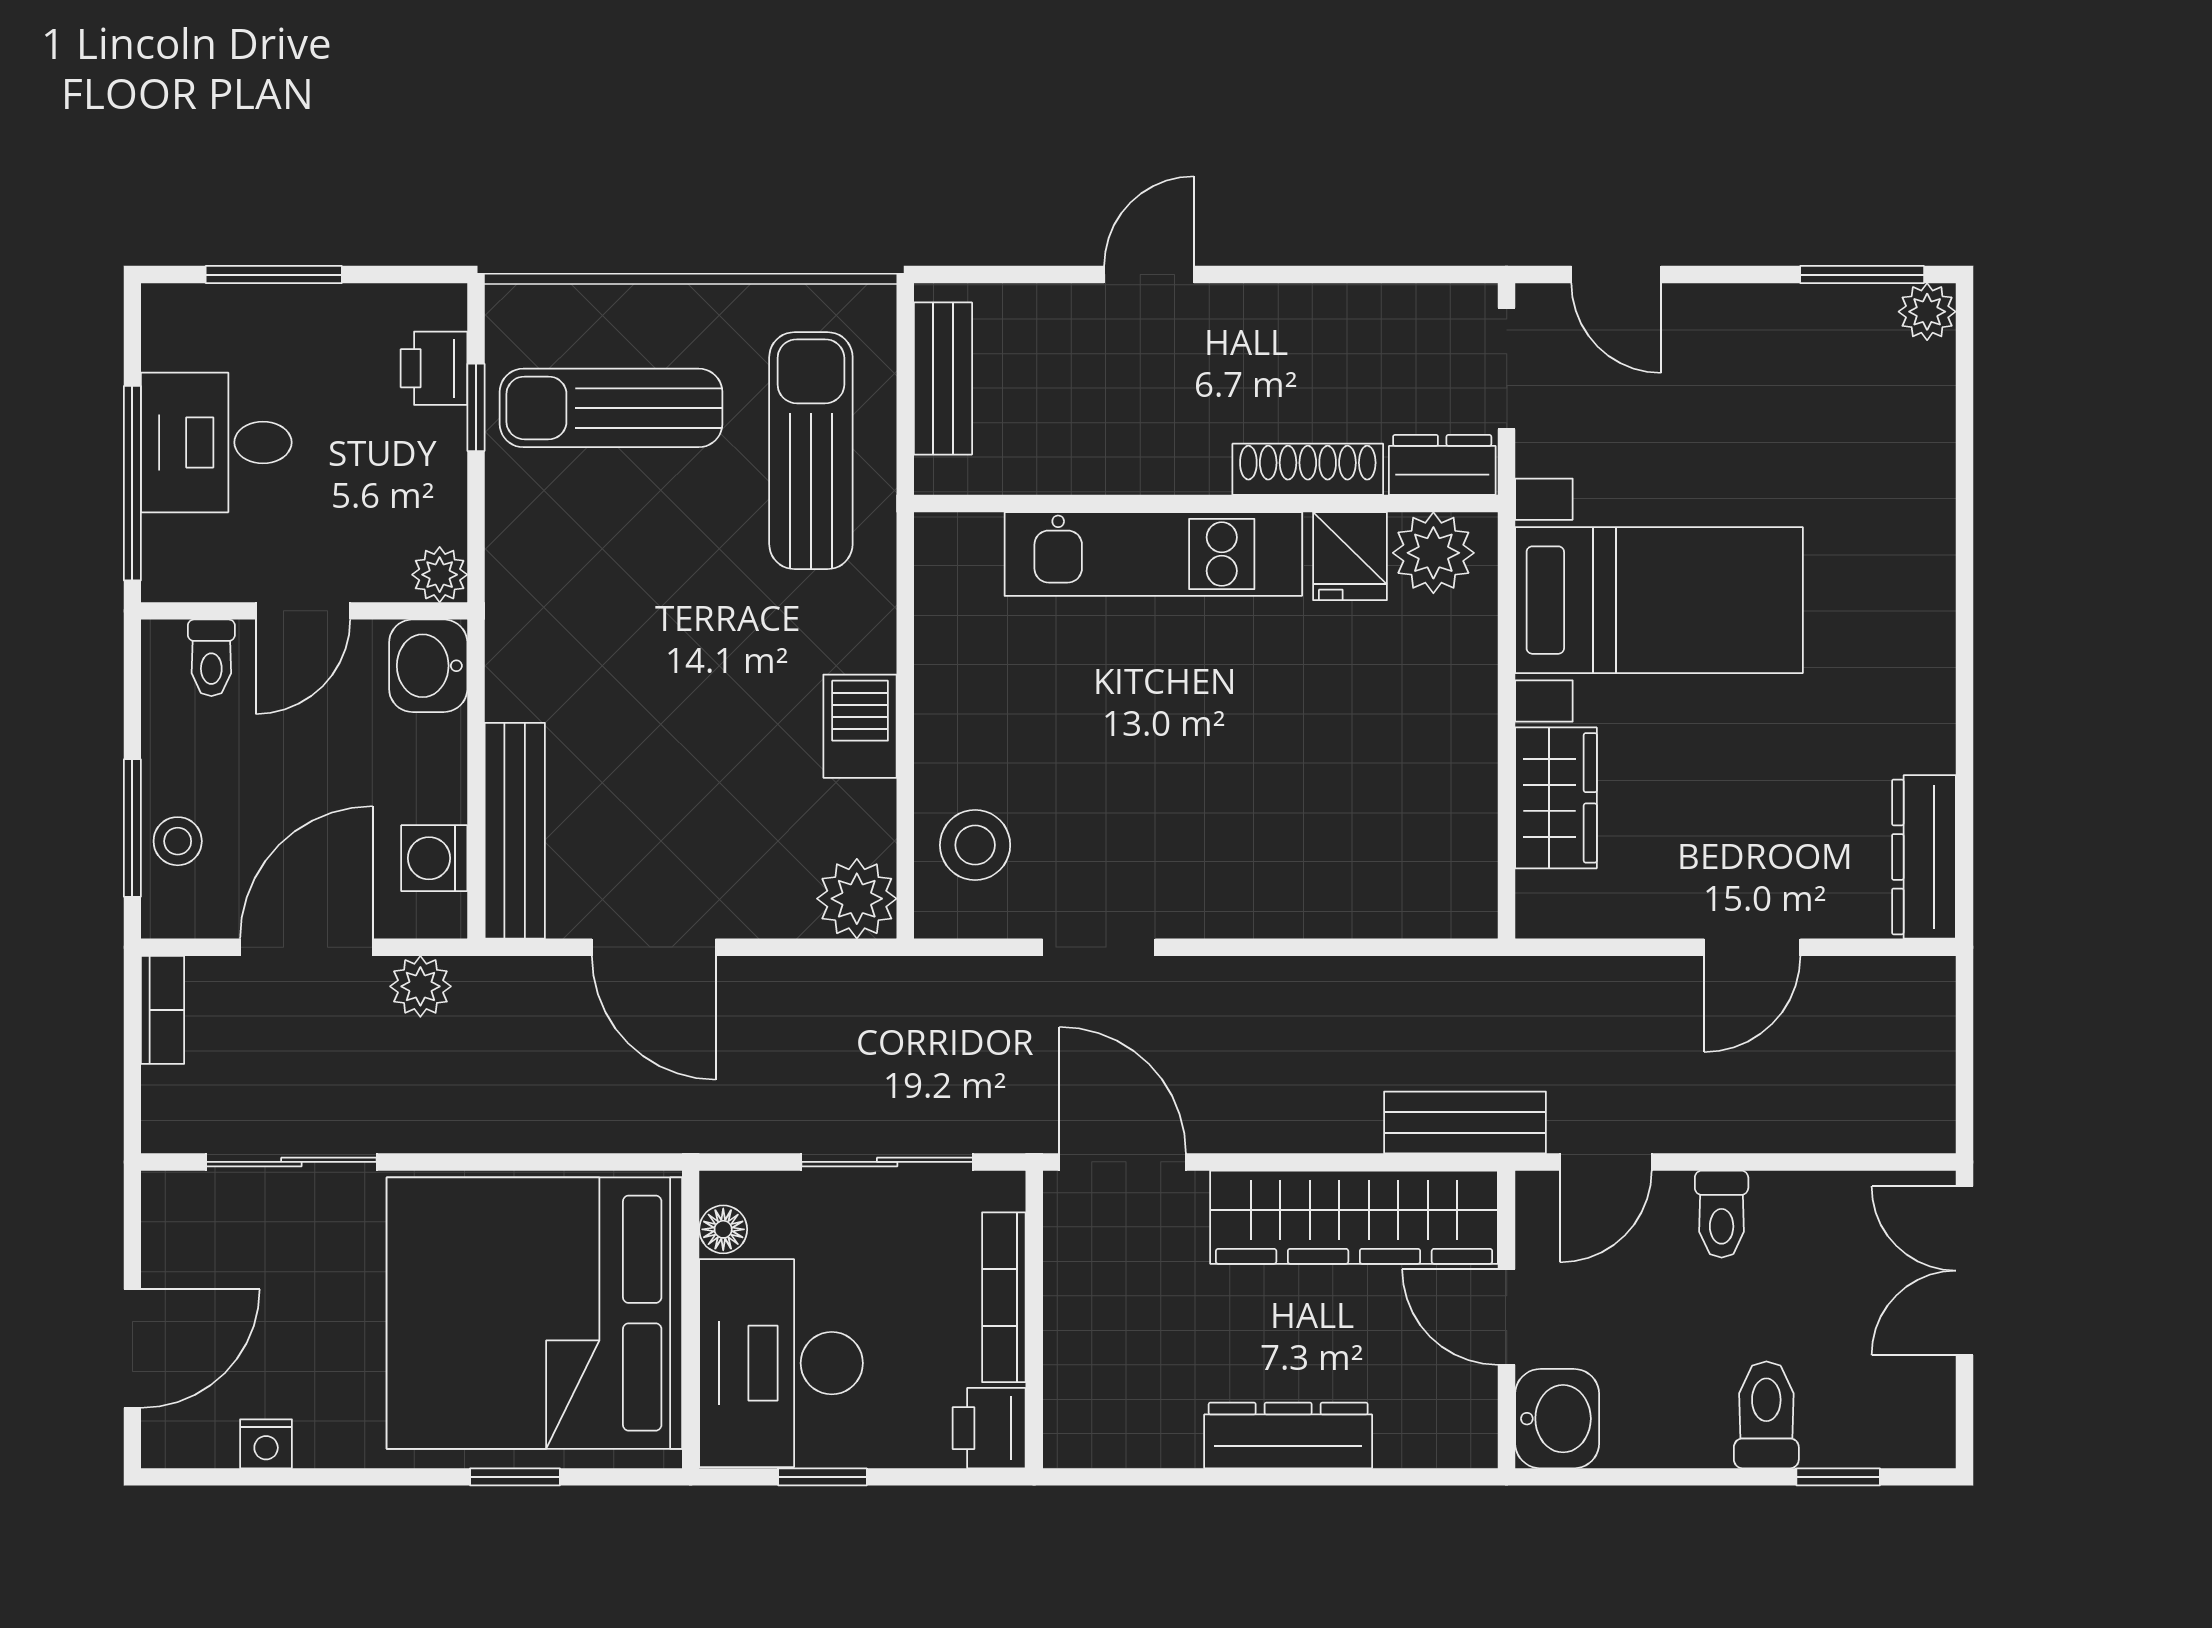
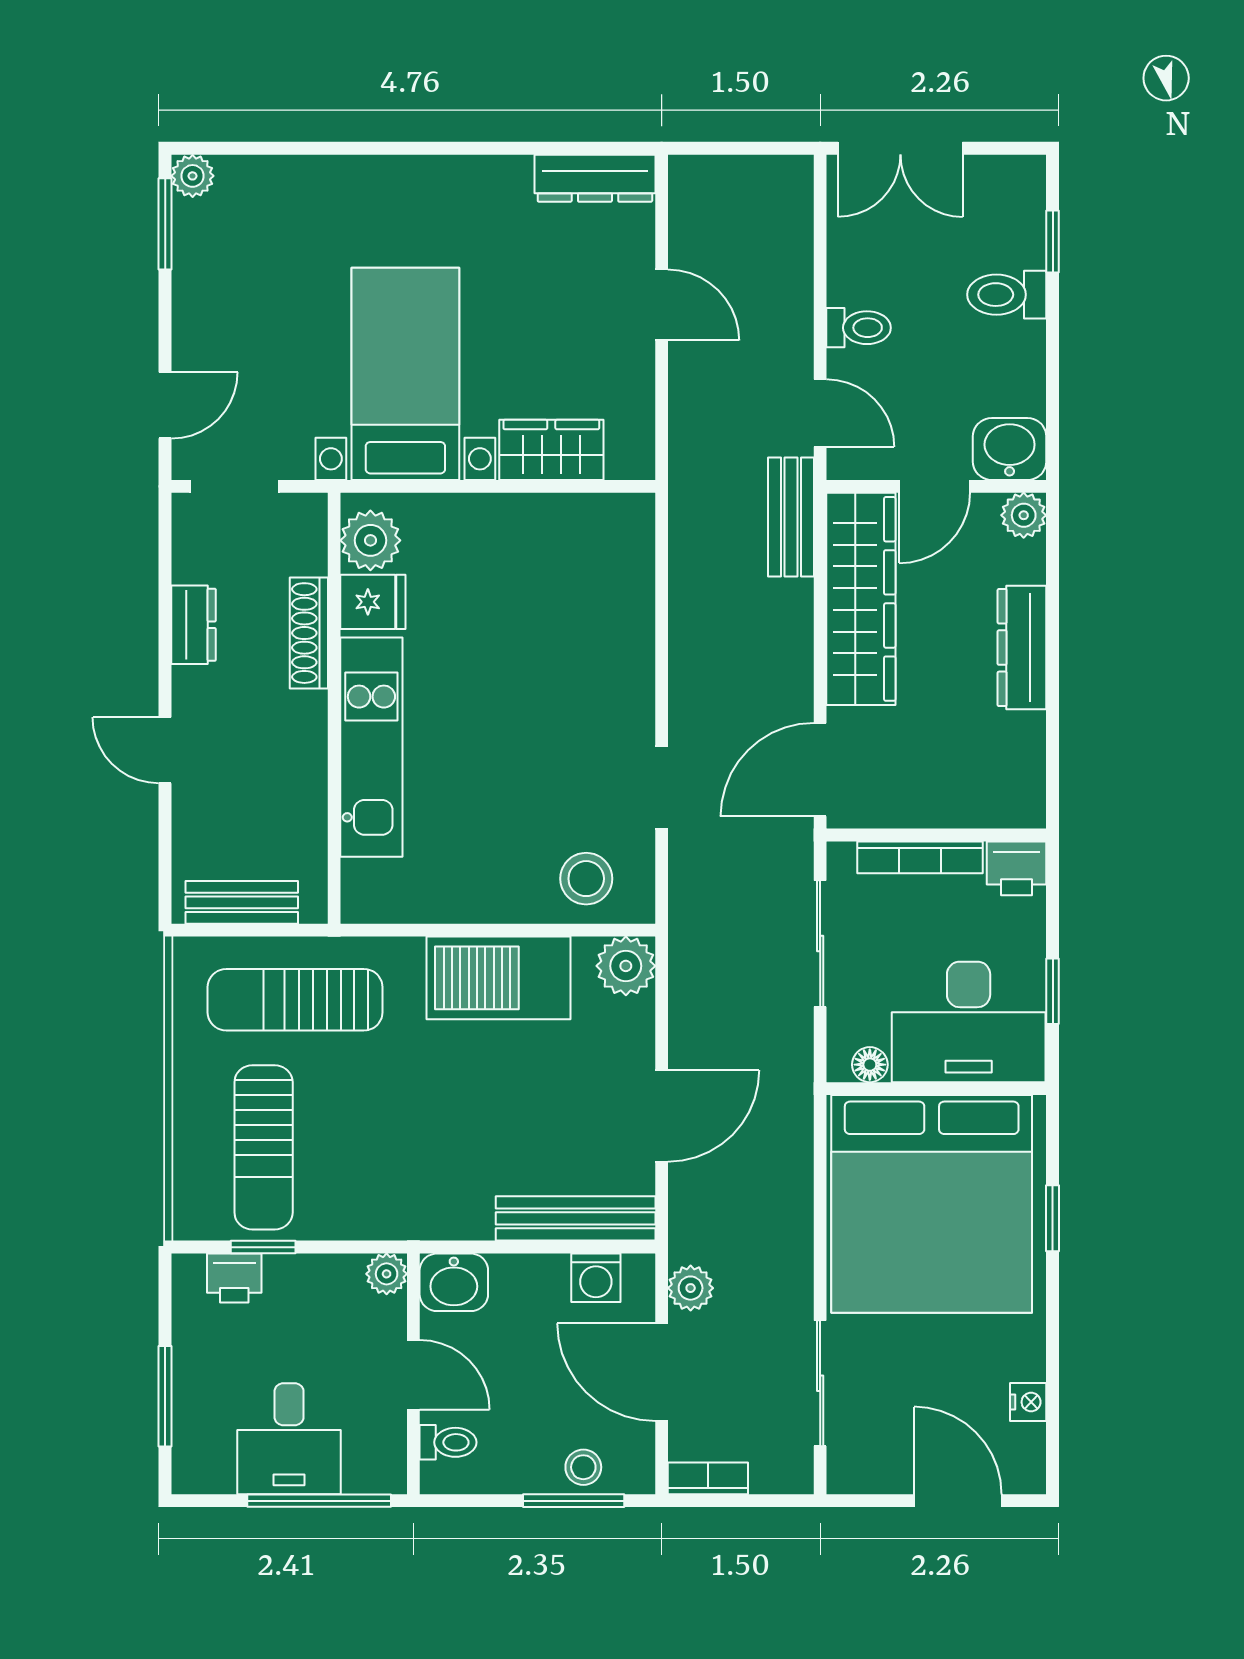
dresser: (1442, 465) -> (194, 625), moved, turned 180
barbecue: (860, 726) -> (498, 978), width x1.88, depth x1.53
plant: (1467, 1438) -> (1024, 515), added

